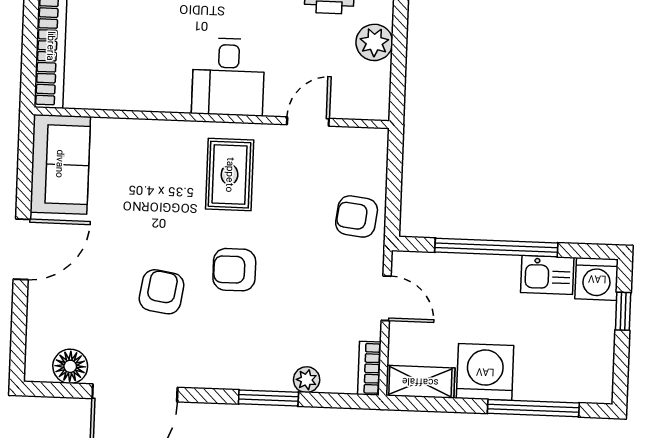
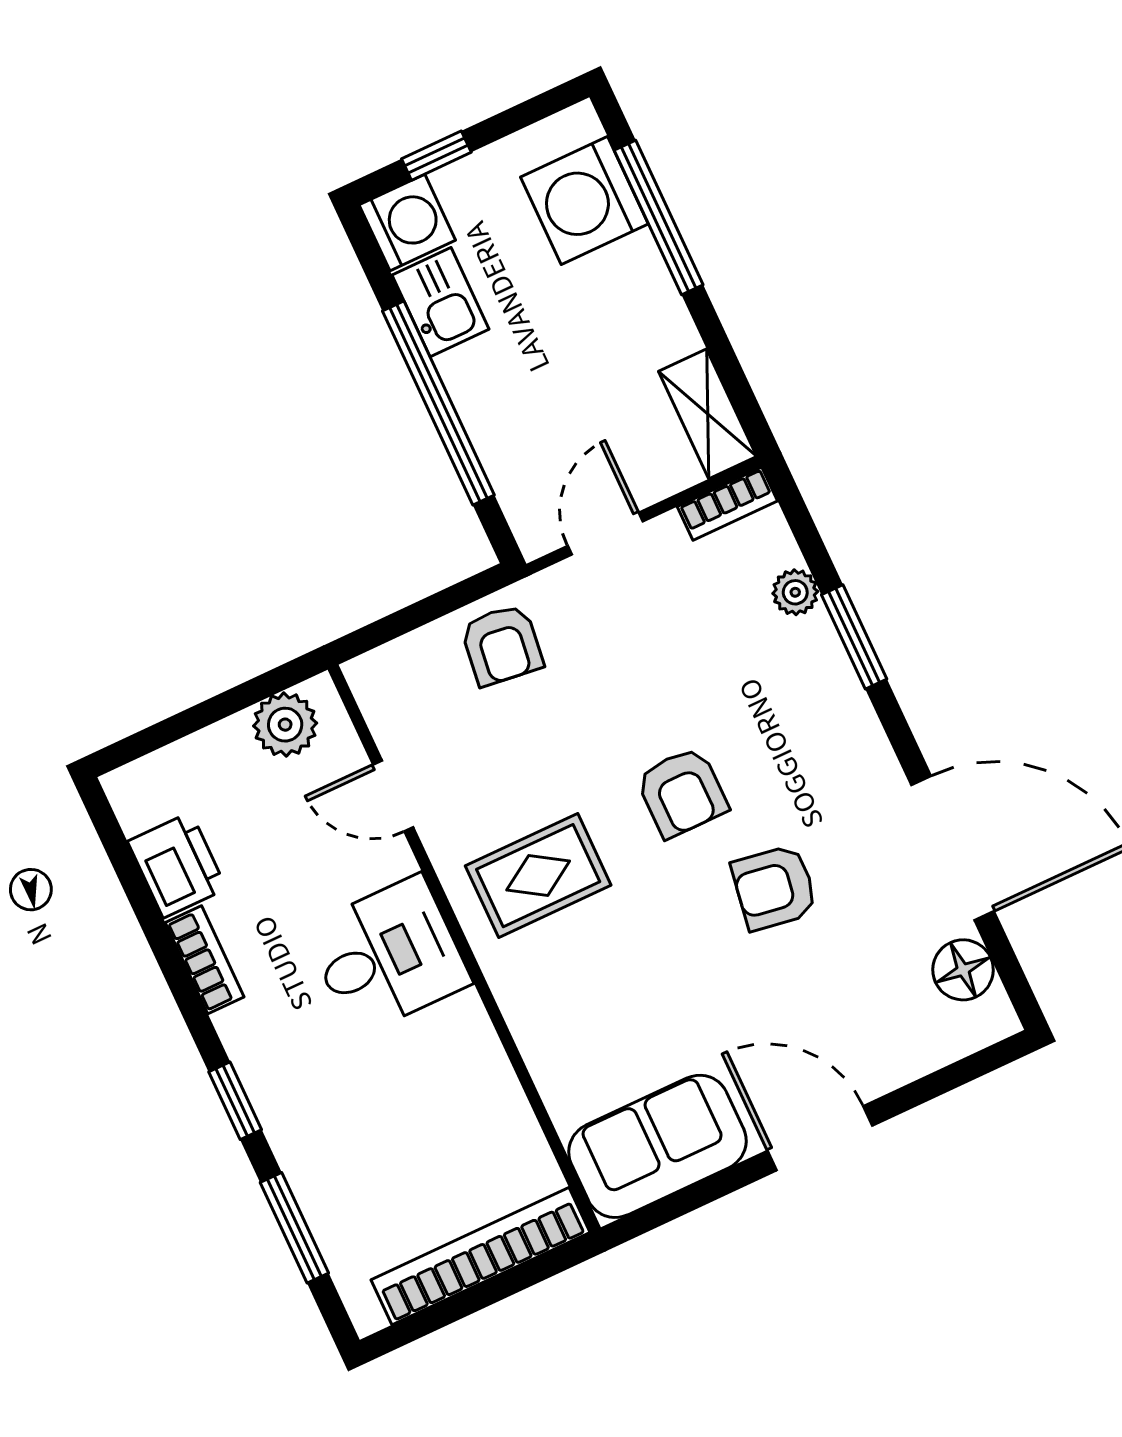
plant: (374, 42) -> (285, 725), moved
washing machine: (485, 372) -> (584, 201), moved

